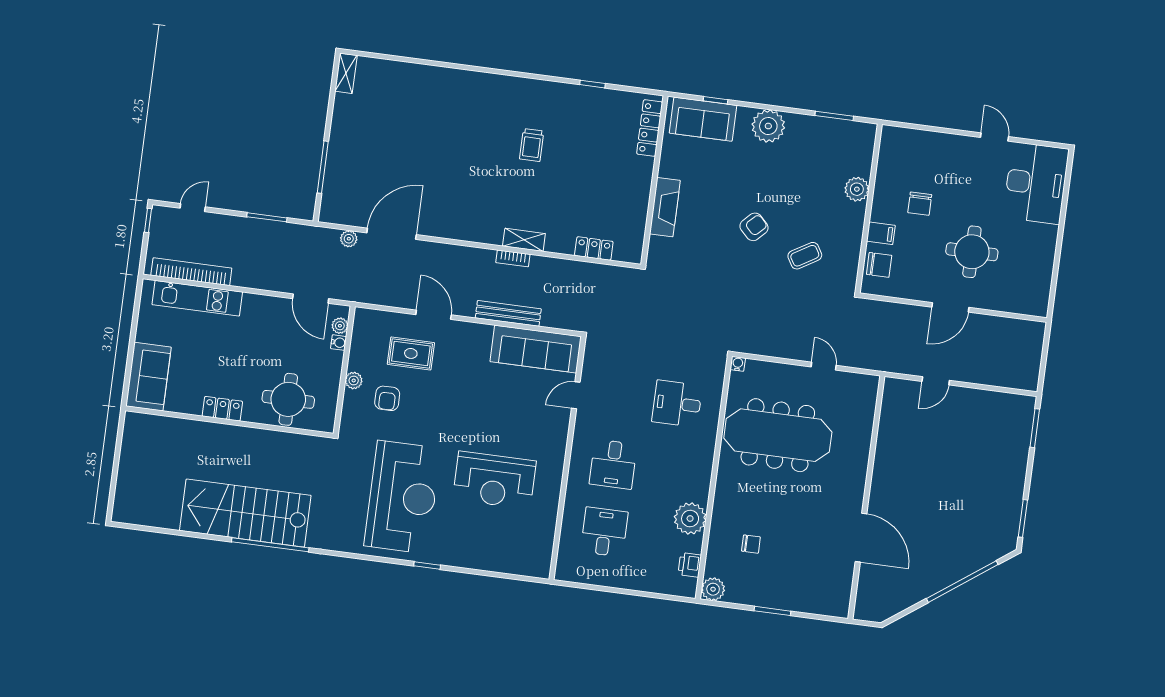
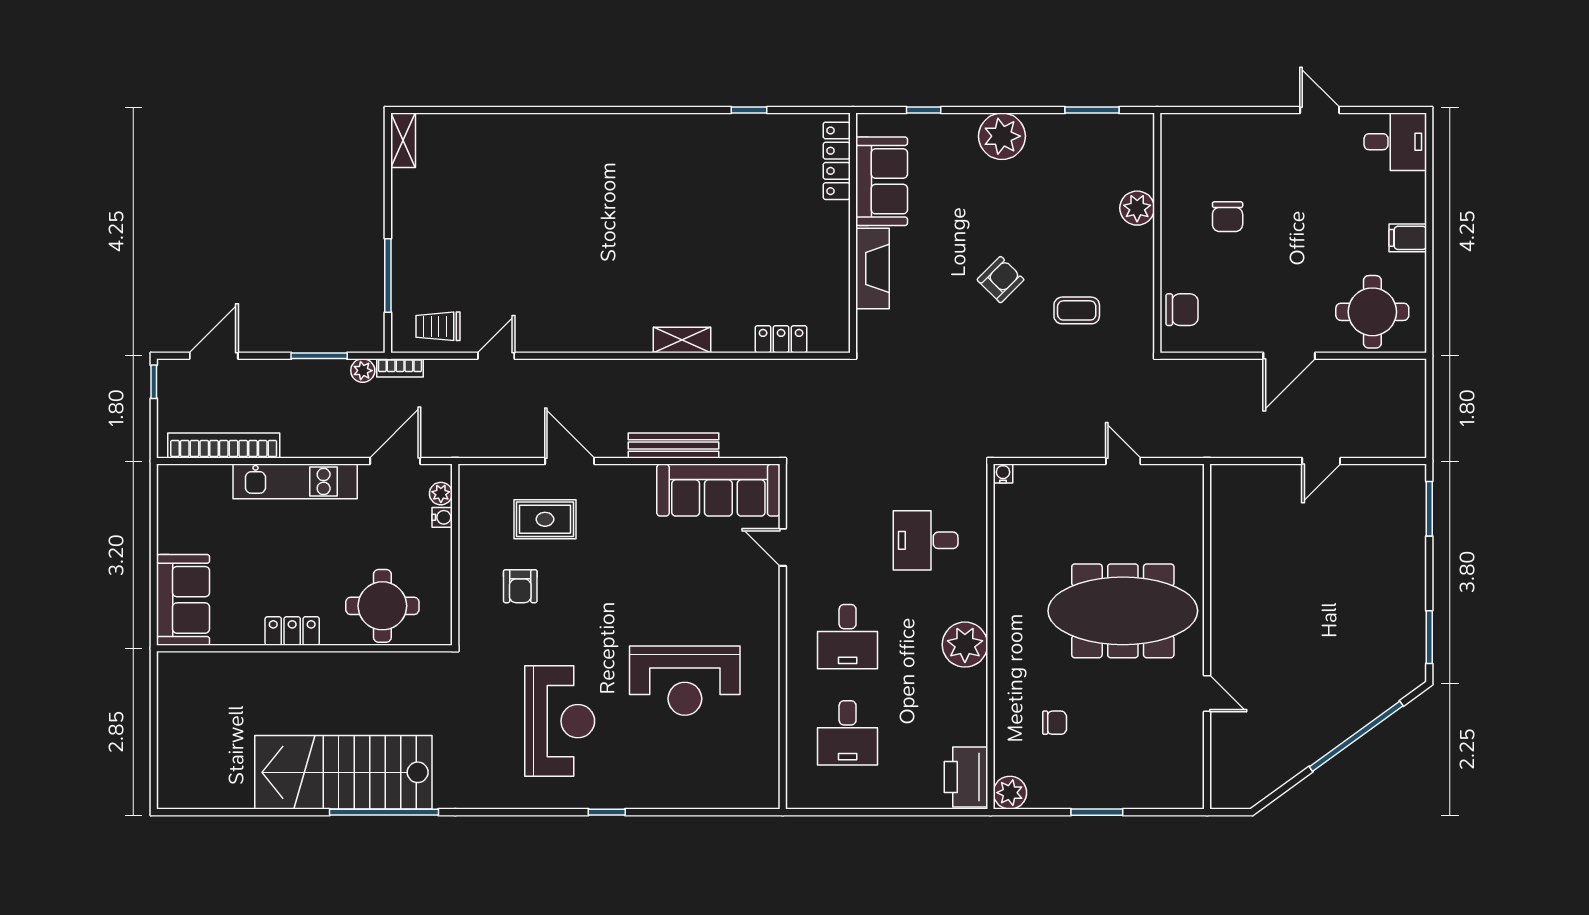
sofa: (703, 119) -> (882, 181), moved, turned -90
trolley: (532, 145) -> (438, 326), moved, turned 90
desk: (1036, 183) -> (1395, 142), width x0.53, depth x0.77
door: (193, 208) -> (214, 356), width x1.38
filing cabinet: (881, 233) -> (1408, 238), moved, turned 180
door: (392, 234) -> (496, 356), width x0.53
plant: (349, 239) -> (363, 371), moved
round table: (972, 252) -> (1372, 312), moved
coffee table: (805, 256) -> (1077, 310), turned 31
bookcase: (513, 258) -> (400, 368), moved
kitchen unit: (197, 298) -> (295, 481), moved
door: (311, 299) -> (395, 461), swing flipped
plant: (354, 380) -> (470, 567), removed
door: (936, 381) -> (1321, 461), moved
door: (576, 395) -> (783, 547), hinge flipped
meeting table: (778, 435) -> (1123, 611), moved
reception desk: (402, 497) -> (560, 721), width x0.74, depth x0.77
plant: (690, 519) -> (965, 645), moved
desk: (604, 532) -> (848, 733), turned 180
door: (861, 538) -> (1207, 694), width x0.53
printer: (690, 565) -> (966, 777), width x1.87, depth x1.48

